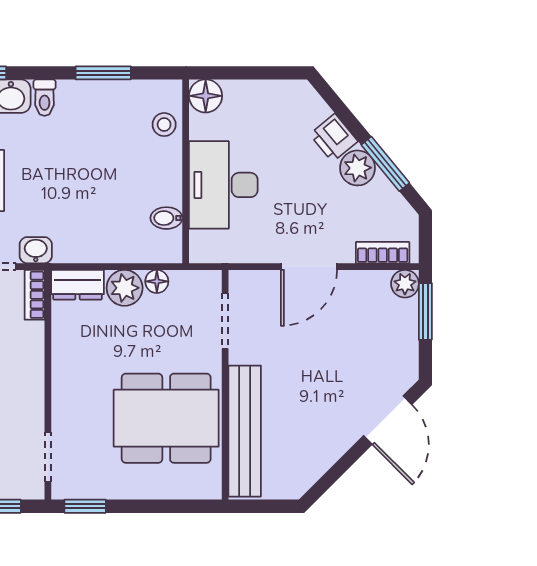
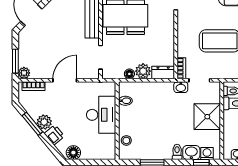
floor lamp: (206, 96) -> (73, 153), moved

